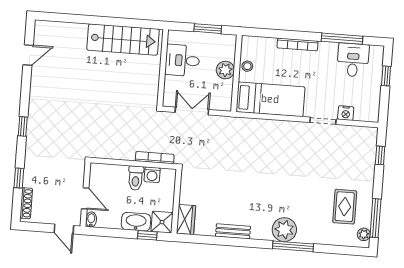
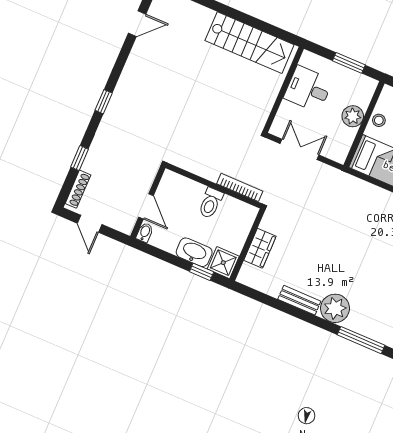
washing machine: (152, 175) -> (230, 206), removed
wardrobe: (186, 220) -> (260, 248), moved
door: (64, 229) -> (90, 224), moved
plant: (284, 230) -> (335, 308), moved

